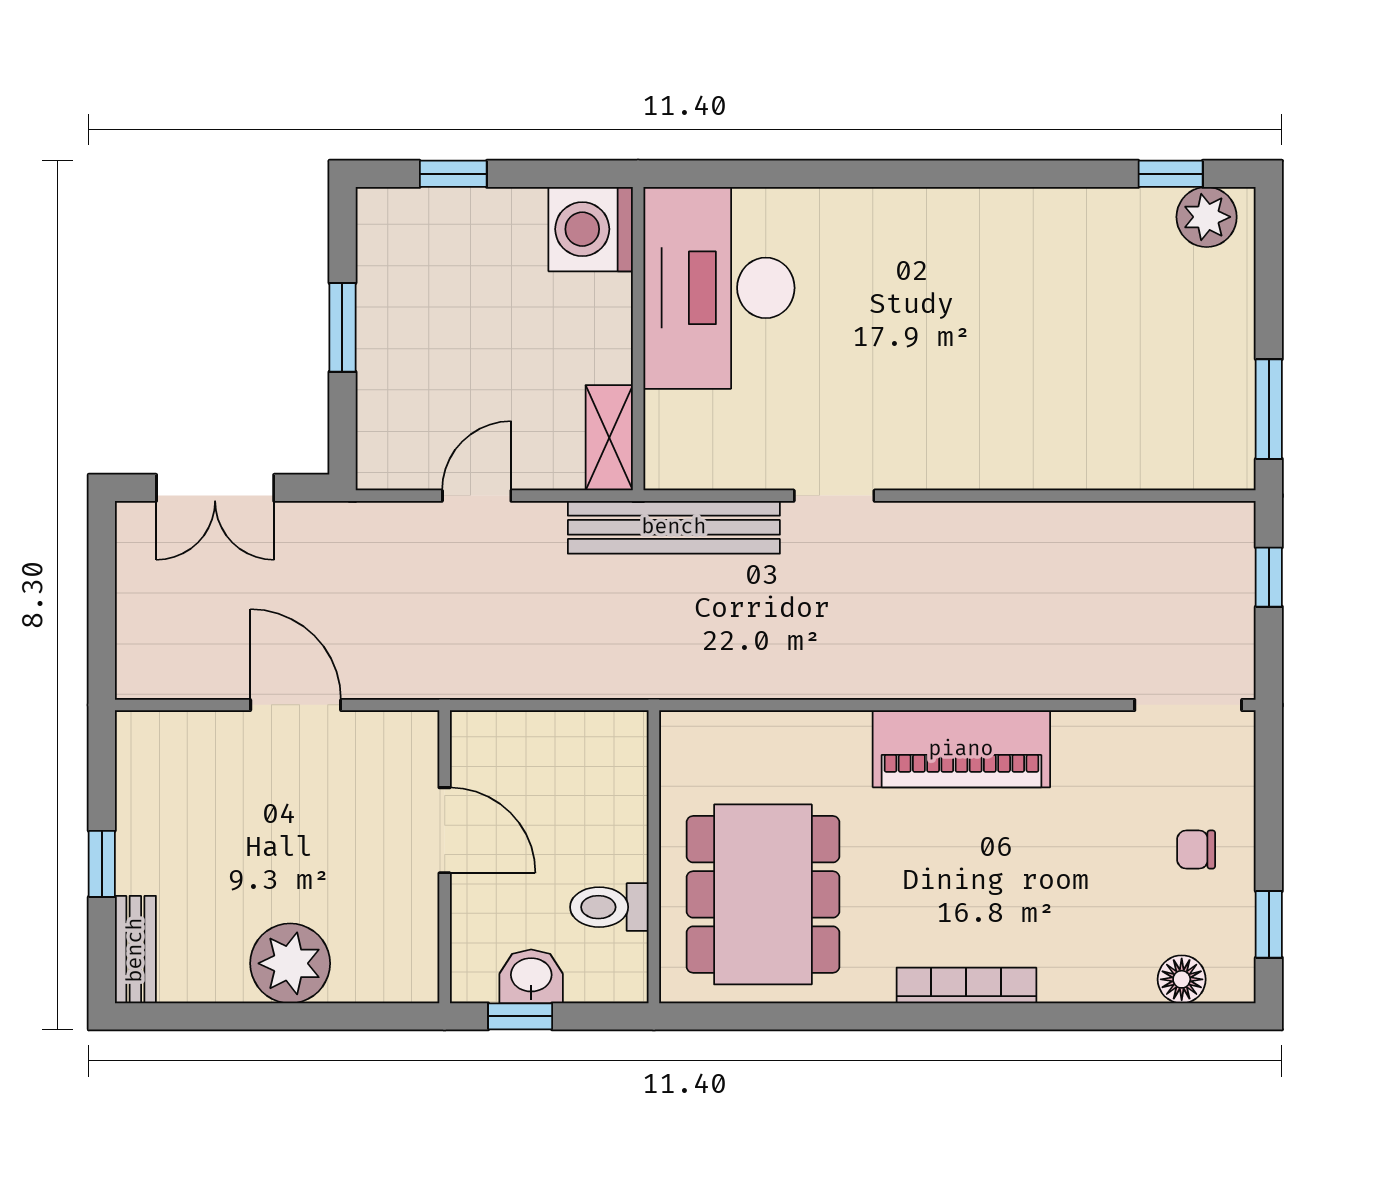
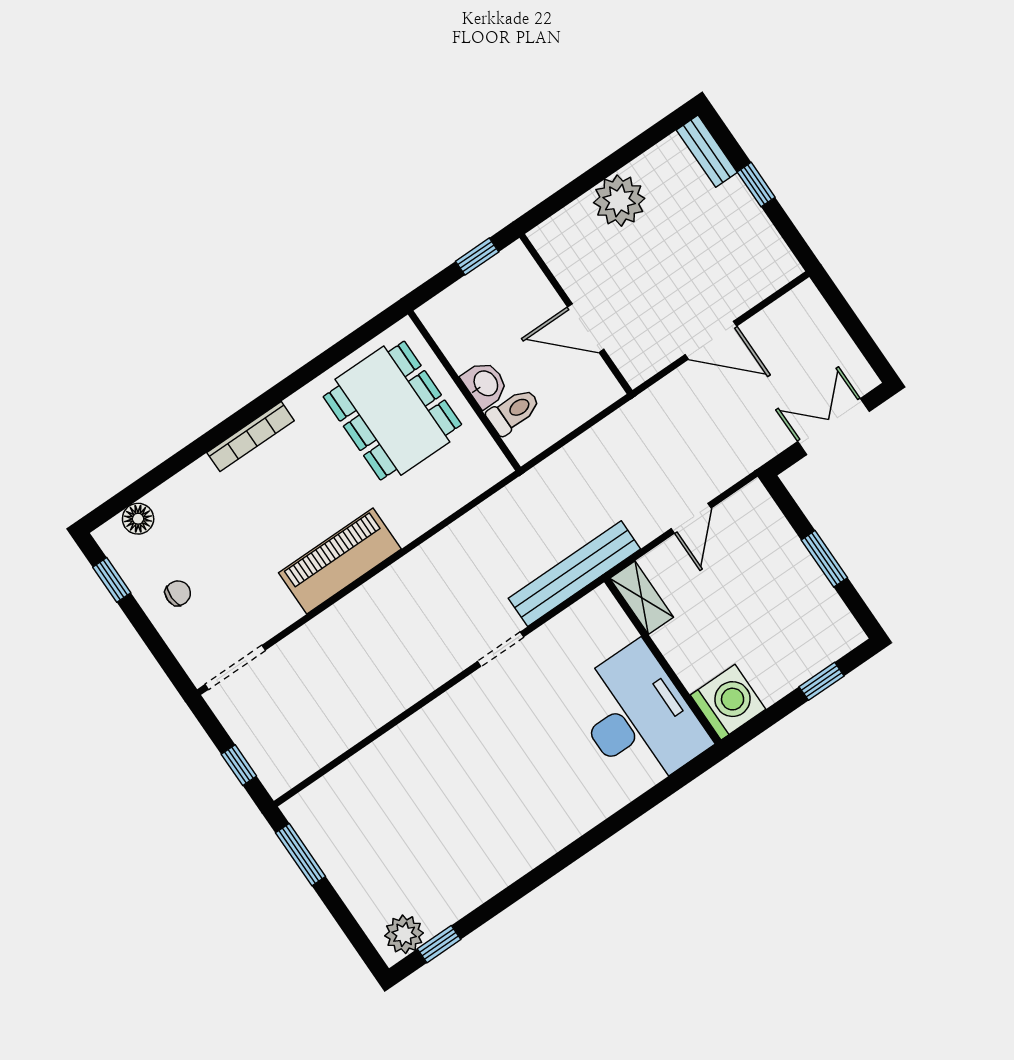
toilet: (609, 907) -> (514, 411), moved
washbasin: (531, 976) -> (485, 384), moved, turned -90

